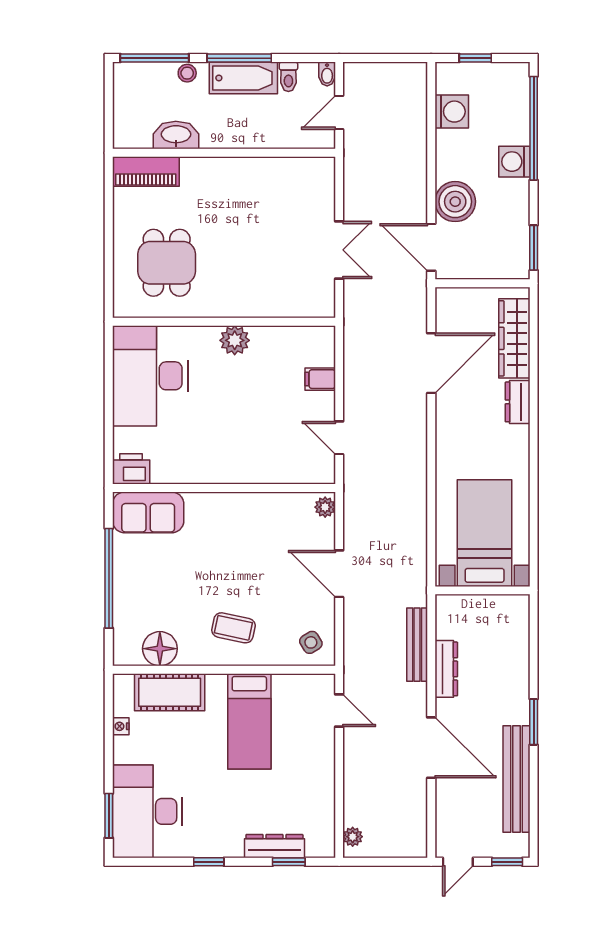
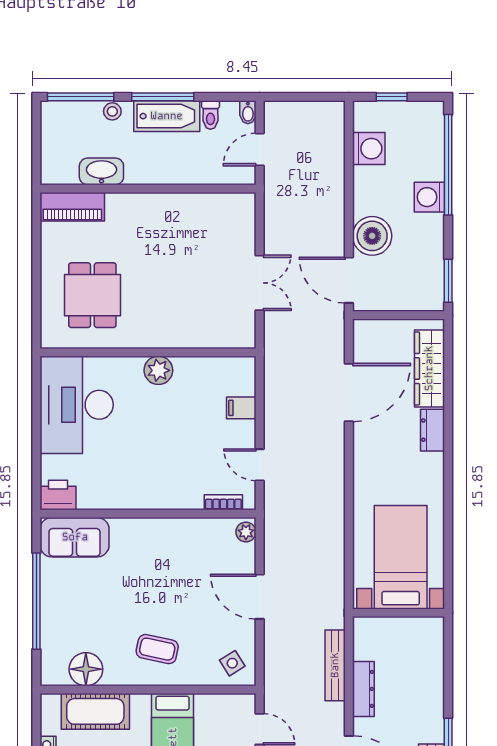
bookcase: (302, 476) -> (223, 502), added

